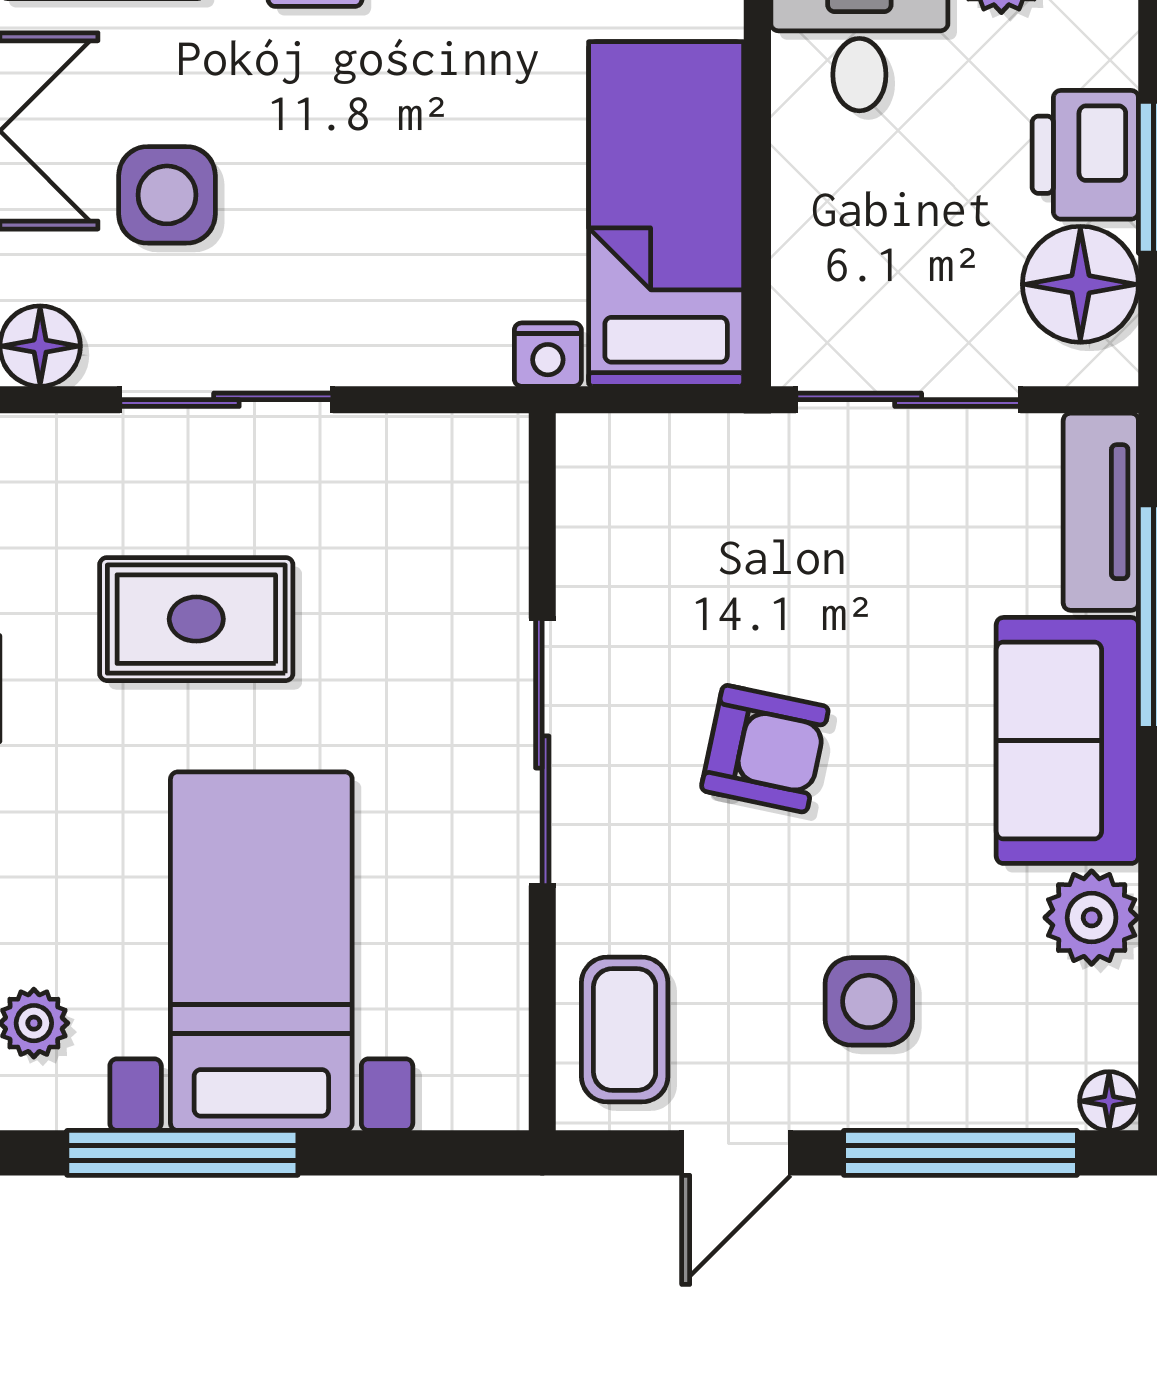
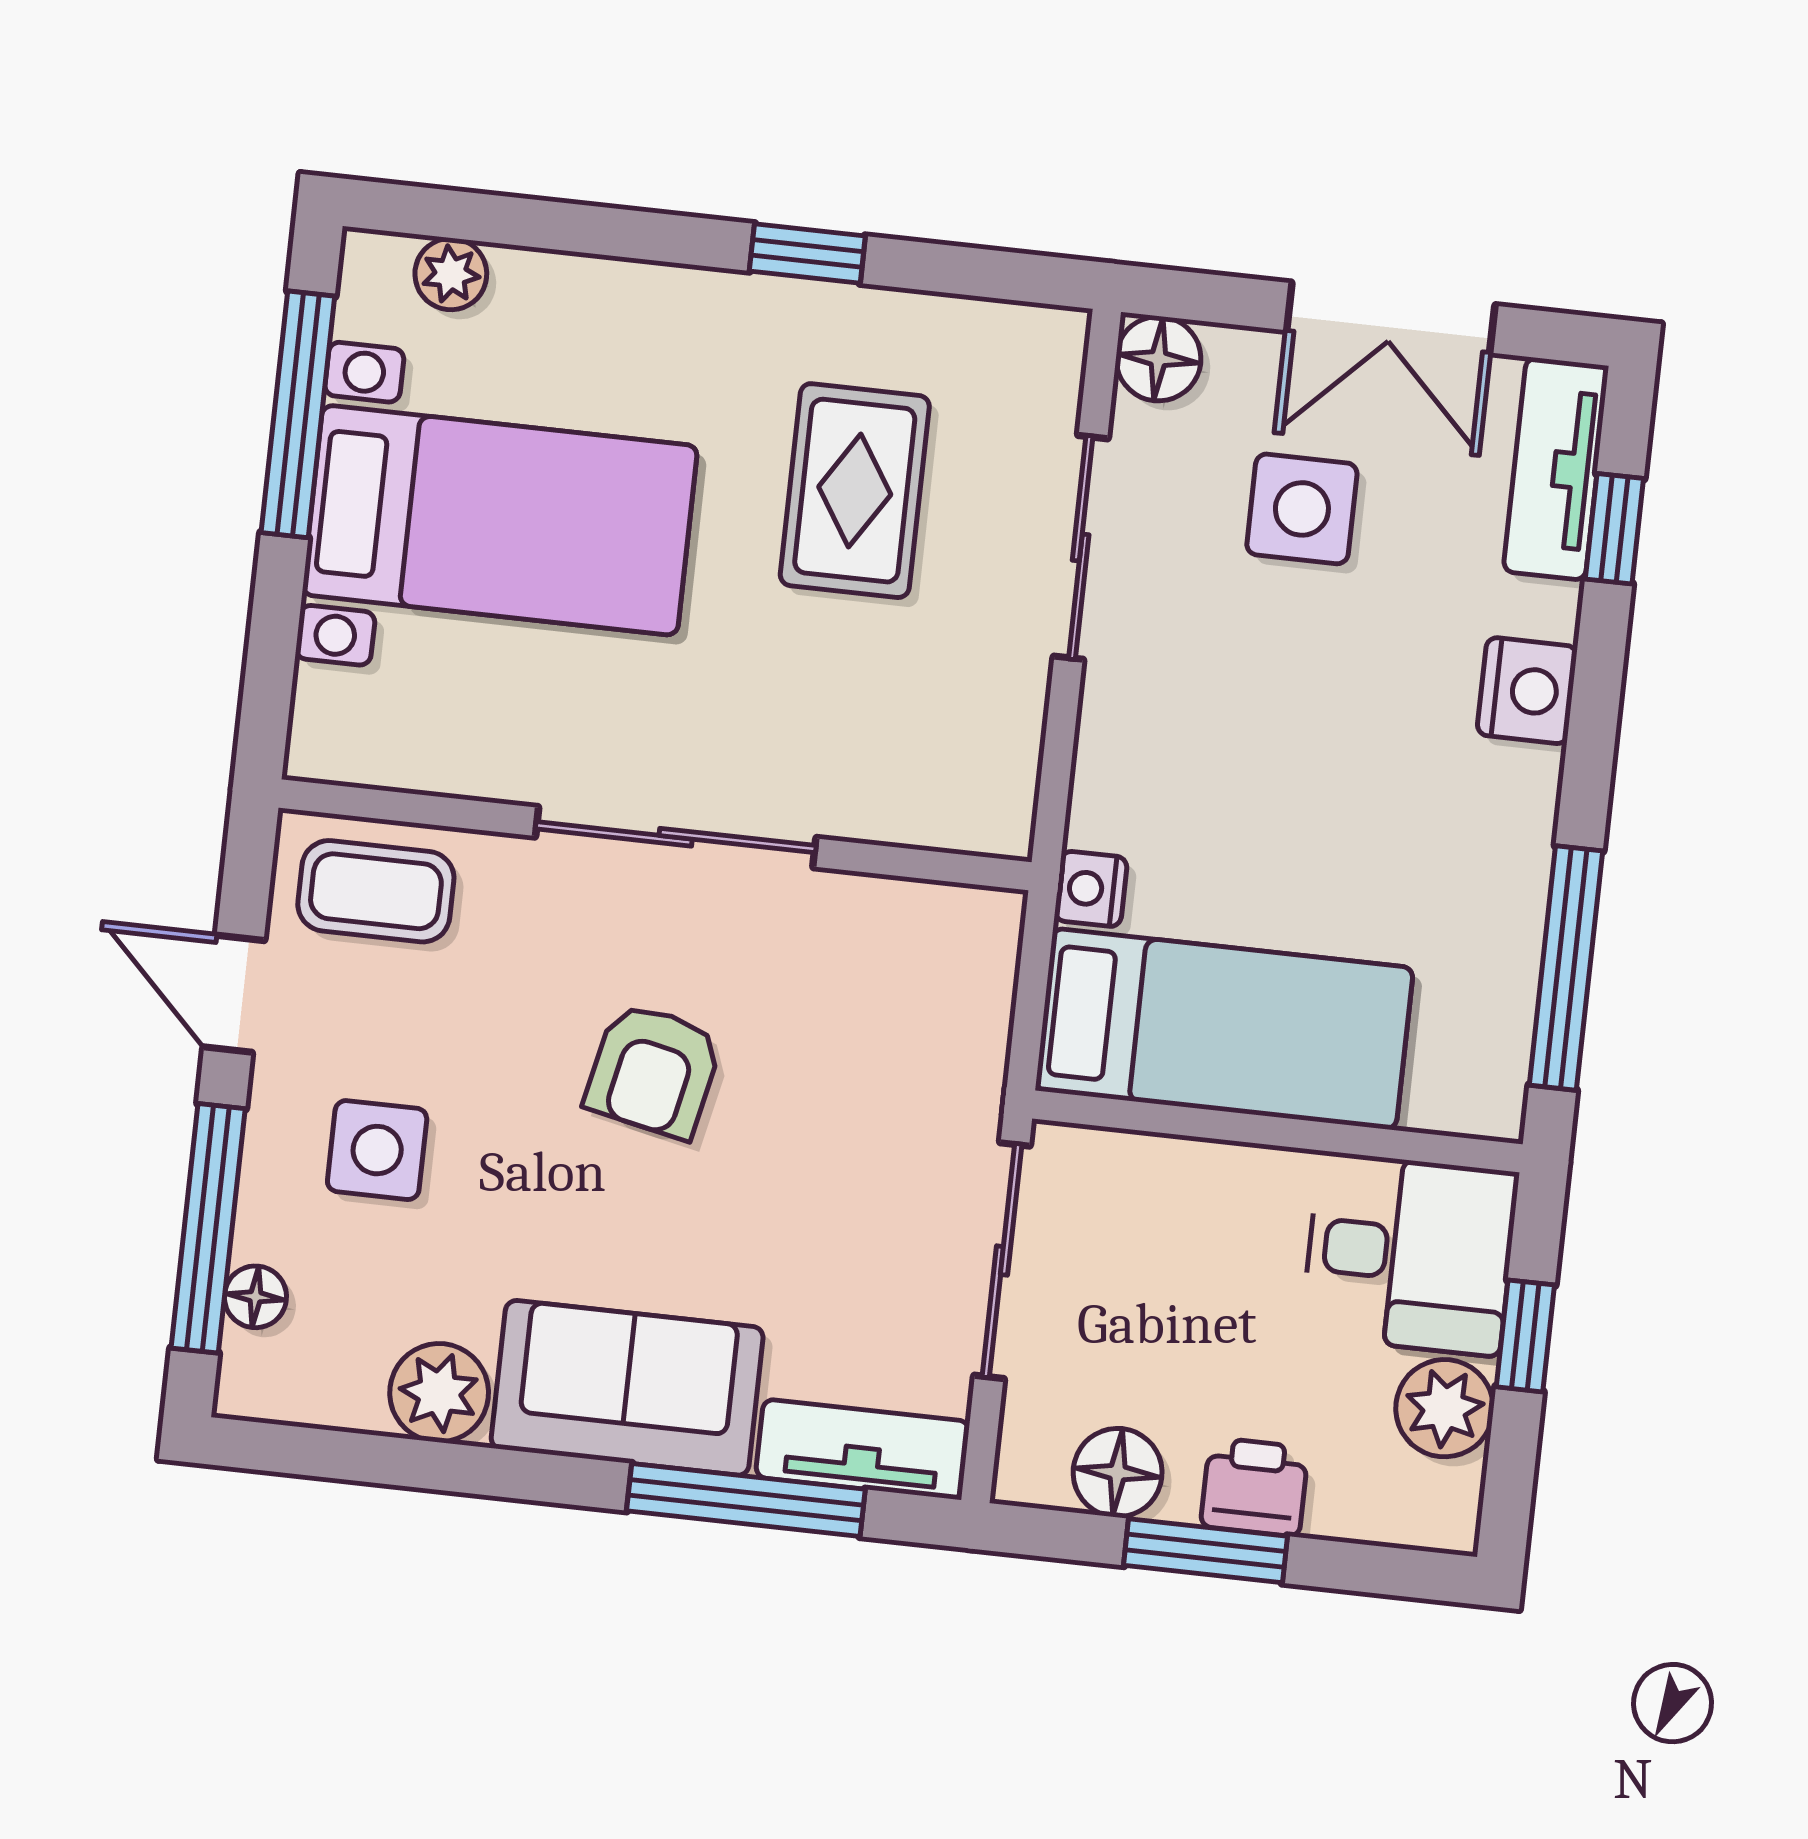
printer: (1085, 155) -> (1255, 1487), width x0.73, depth x0.81
floor lamp: (1080, 284) -> (1118, 1473), width x0.73, depth x0.73
floor lamp: (1109, 1101) -> (255, 1297), moved

